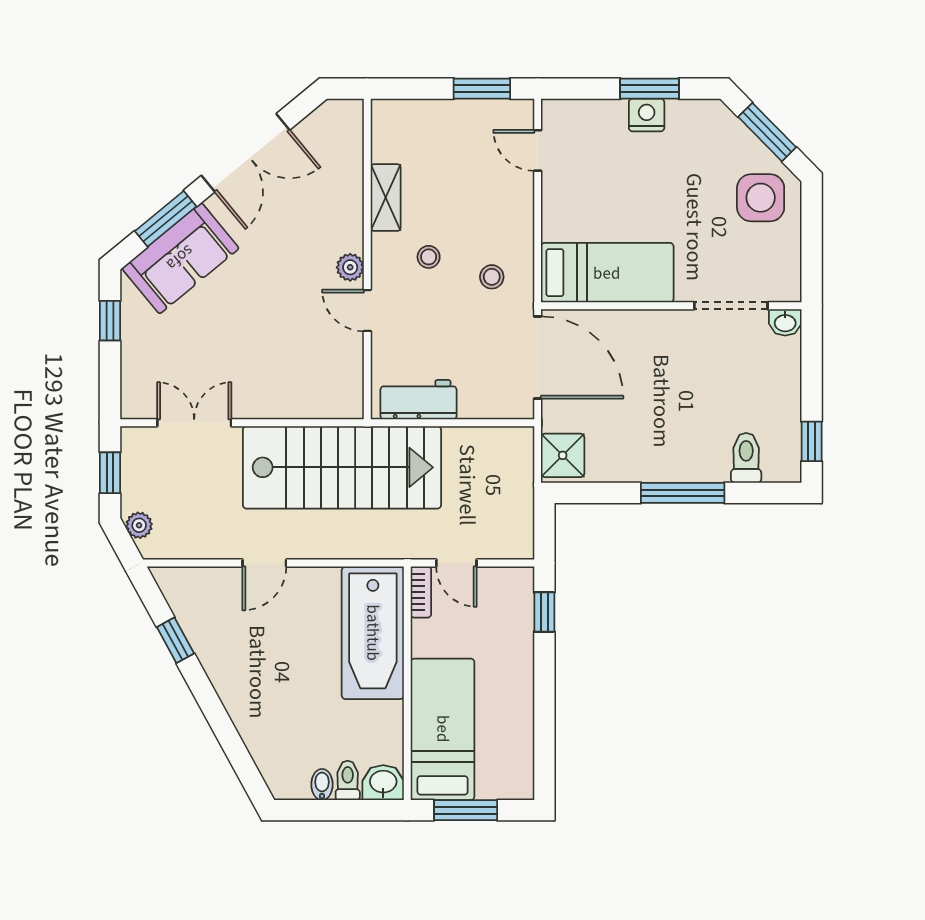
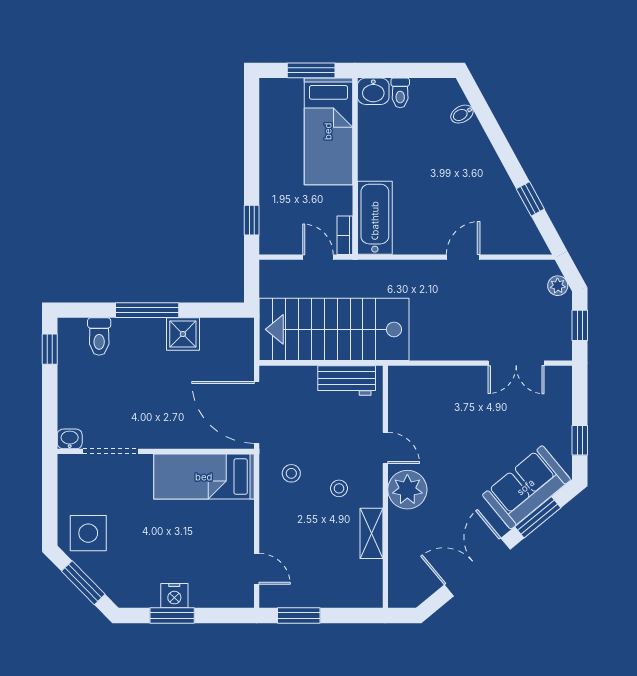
plant: (350, 267) -> (407, 490), width x1.88, depth x1.88
shower: (563, 455) -> (183, 334), moved
stairs: (342, 467) -> (334, 329), moved
bathtub: (373, 633) -> (375, 218), width x0.73, depth x0.73
bidet: (322, 785) -> (462, 114), moved, turned 61

